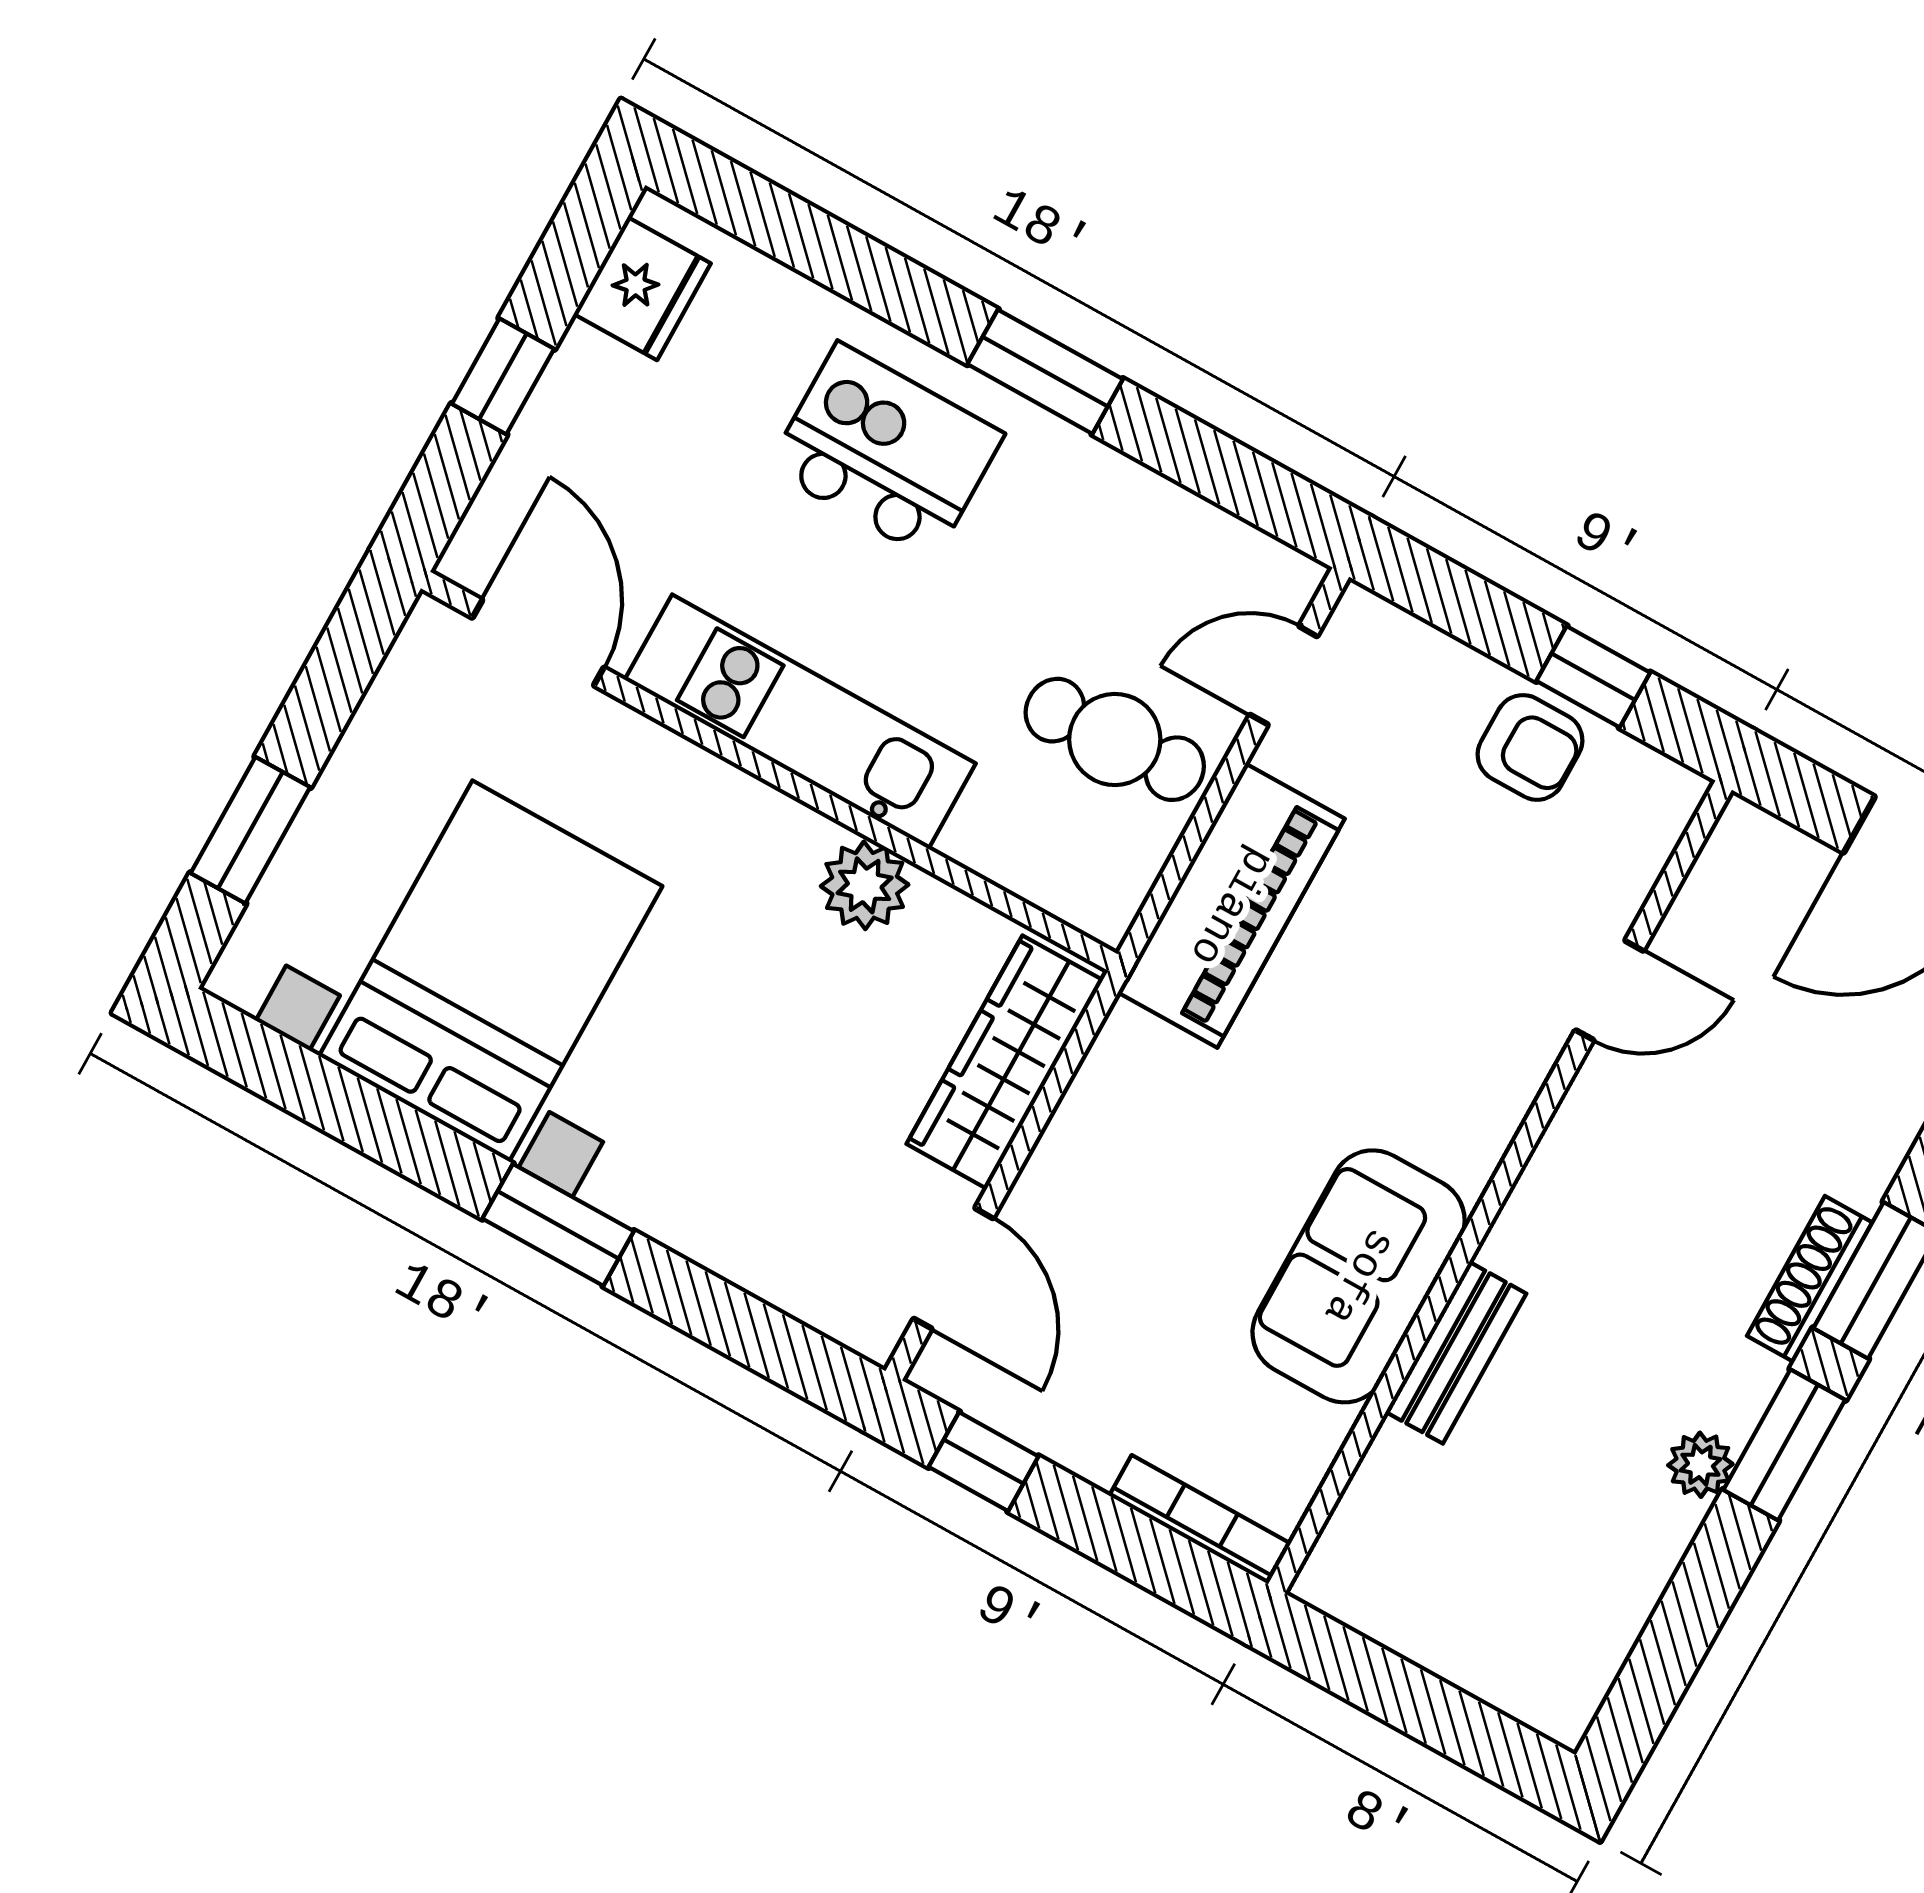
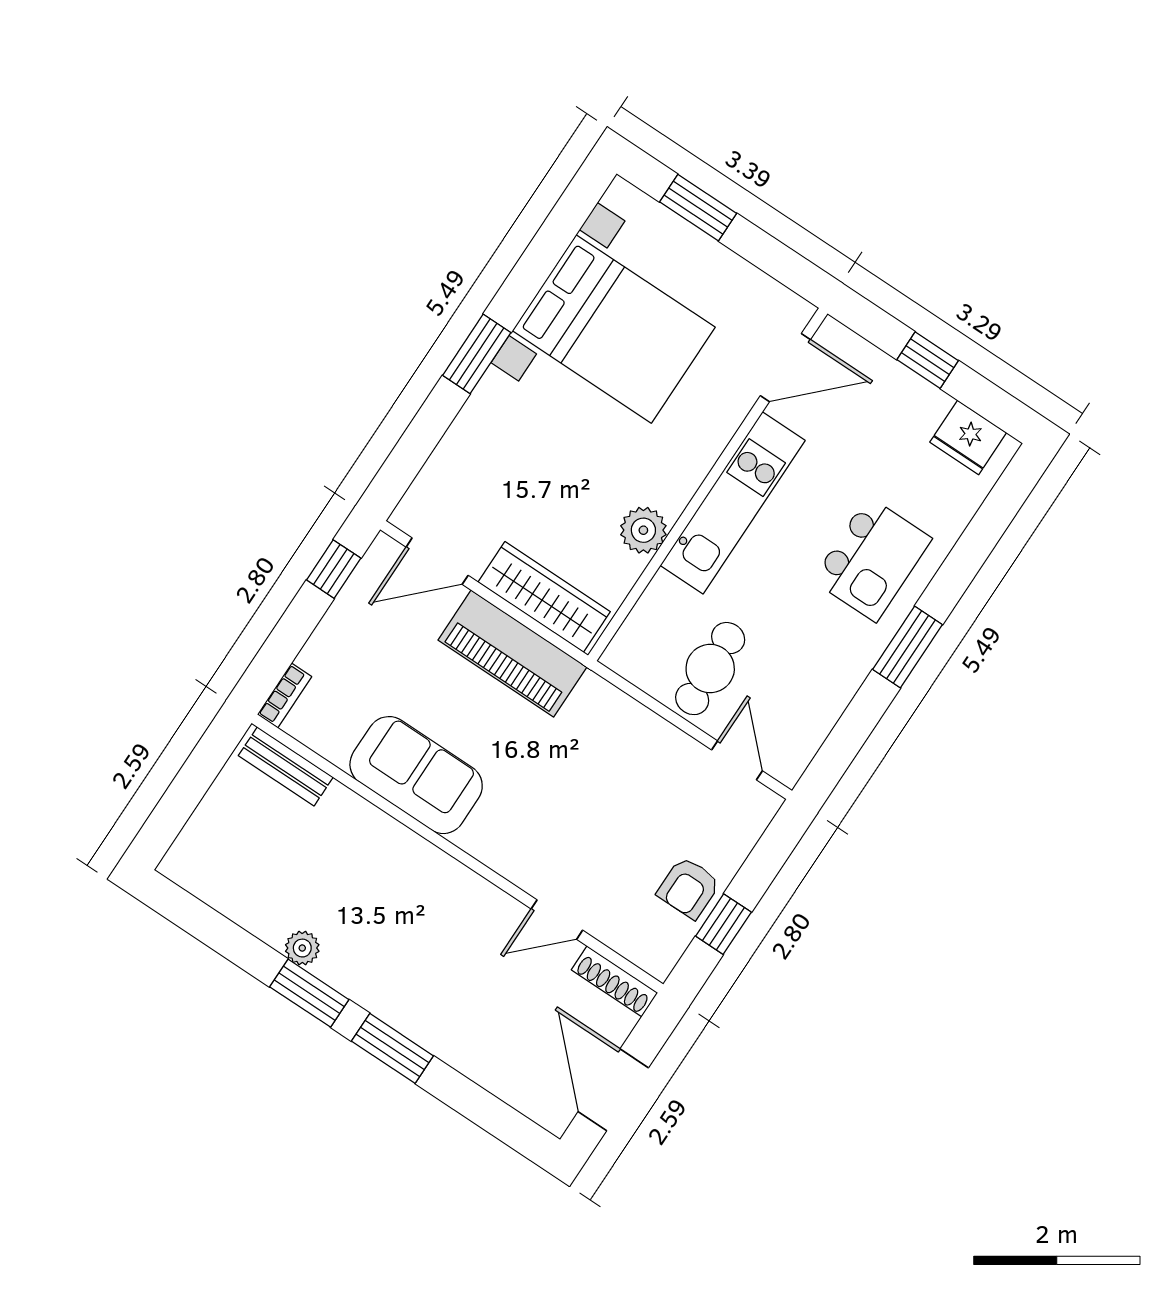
piano: (1231, 906) -> (512, 653), moved
door: (1609, 990) -> (557, 920), hinge flipped
shoe rack: (1810, 1279) -> (615, 981), moved, turned 180
bench: (1456, 1353) -> (286, 766), moved
bookcase: (1200, 1520) -> (284, 696), width x0.64

